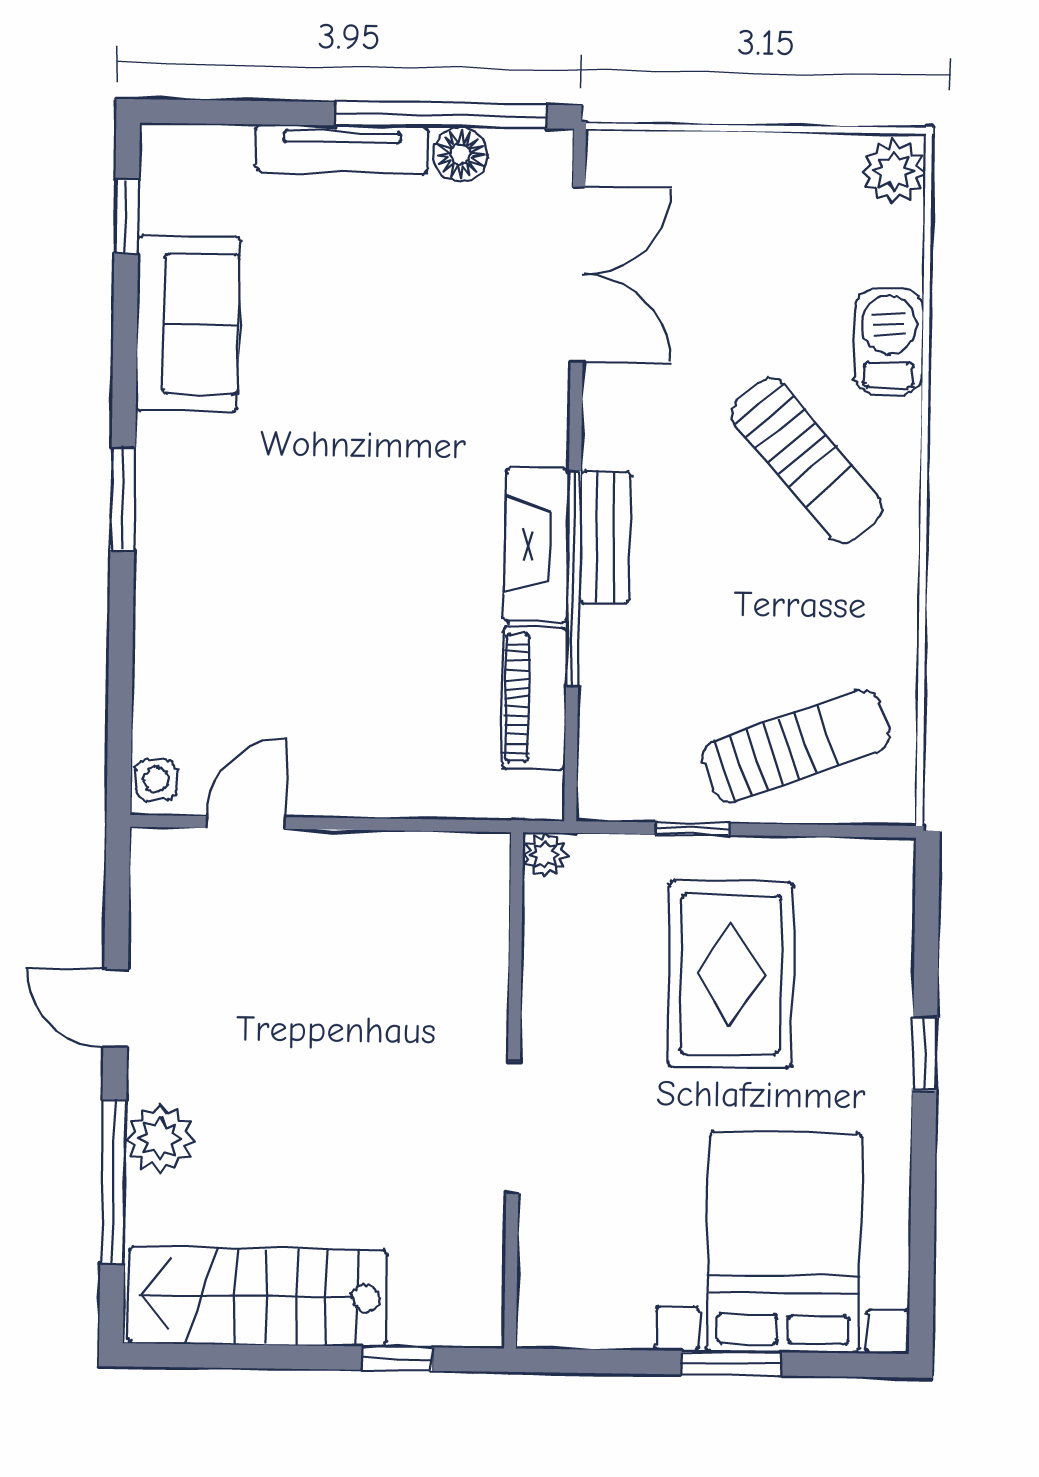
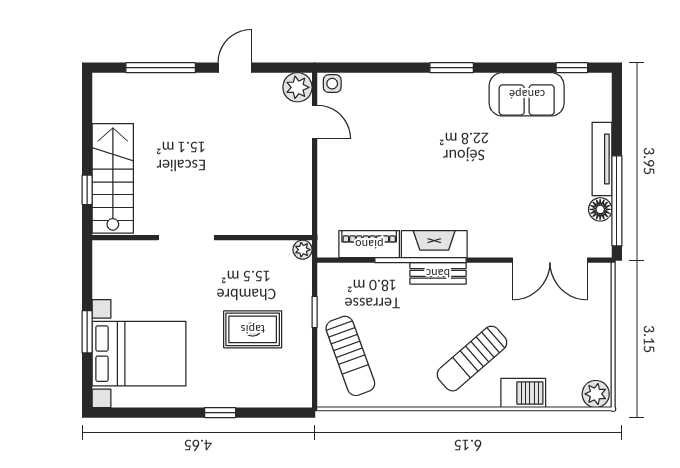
rug: (731, 975) -> (253, 329), width x0.73, depth x0.70
plant: (160, 1139) -> (297, 87), moved
stairs: (258, 1296) -> (113, 178), moved

